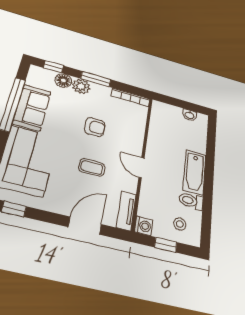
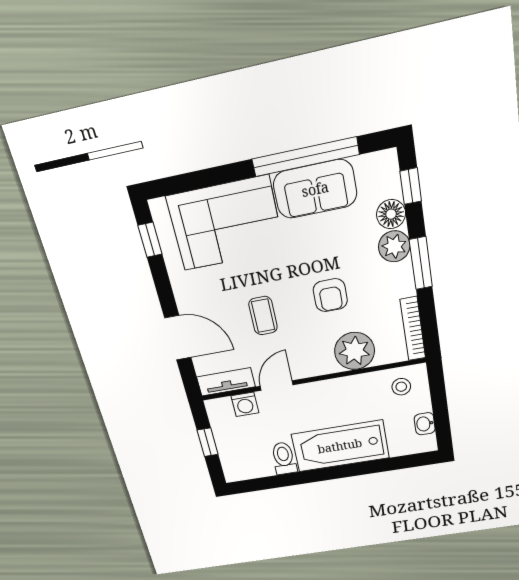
plant: (133, 130) -> (355, 351), added
door: (142, 168) -> (277, 386), moved
bathtub: (195, 172) -> (340, 446), width x1.36, depth x1.36
stool: (180, 224) -> (401, 387), moved
washing machine: (144, 226) -> (245, 404), moved

